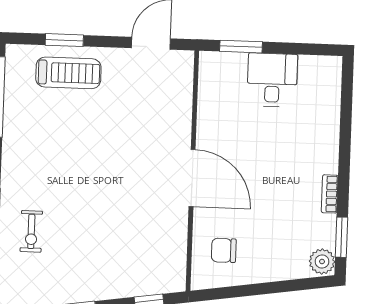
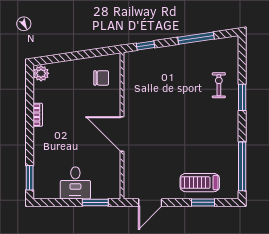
door: (192, 178) -> (122, 134), moved
window: (341, 237) -> (30, 178), moved

